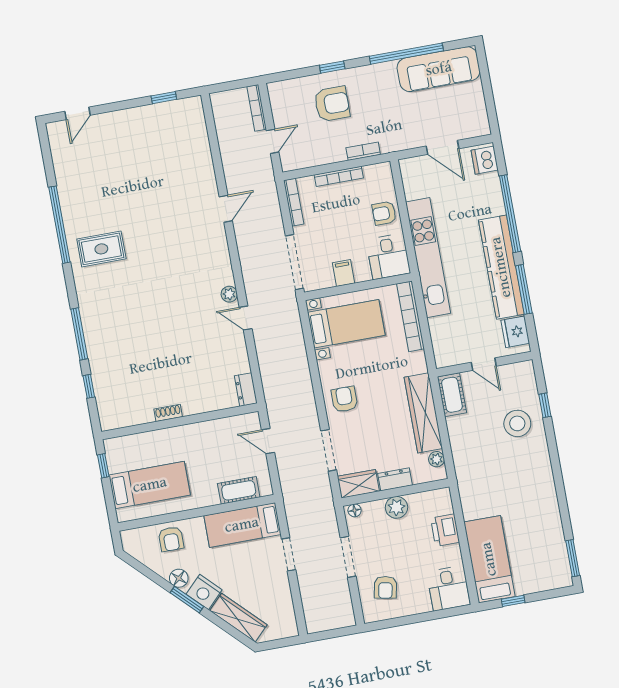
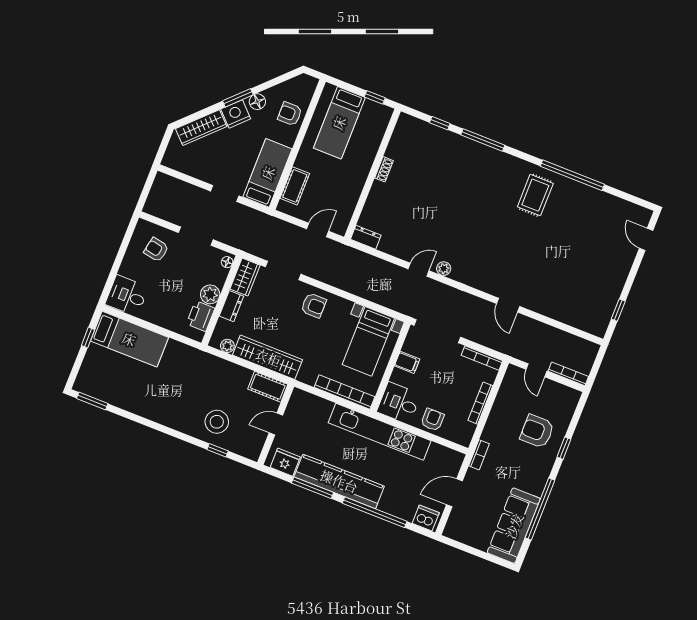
armchair: (332, 104) -> (537, 431), turned 90
bookcase: (363, 151) -> (479, 455), moved
printer: (445, 530) -> (201, 316), moved, turned -90

